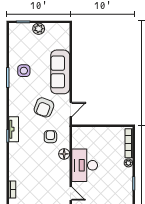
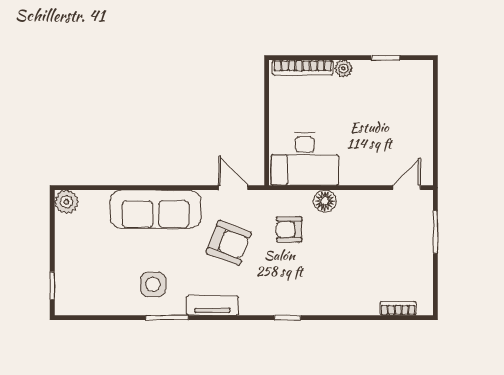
plant: (39, 29) -> (66, 202), moved
tv unit: (14, 129) -> (212, 305), moved
desk: (85, 165) -> (305, 159), moved

